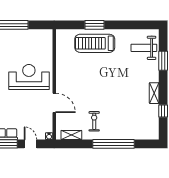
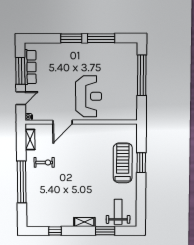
shelving: (154, 93) -> (84, 222), moved

